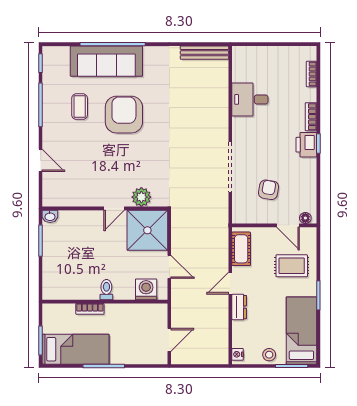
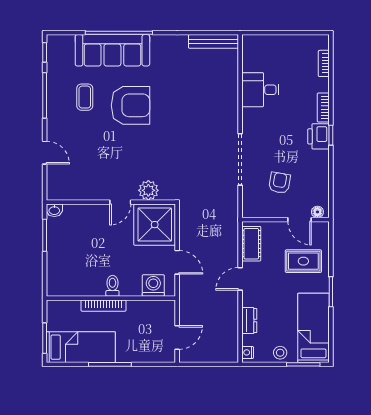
armchair: (124, 115) -> (130, 105), turned 90
dresser: (239, 307) -> (249, 321), moved
bookcase: (90, 309) -> (103, 306), width x1.56

